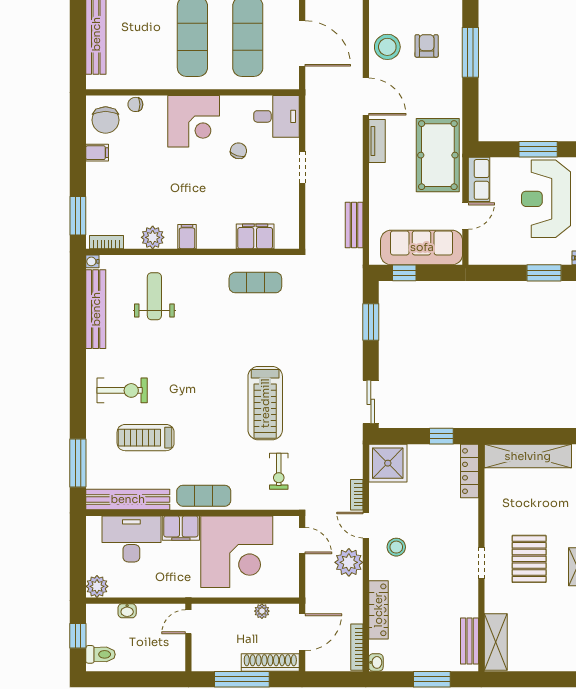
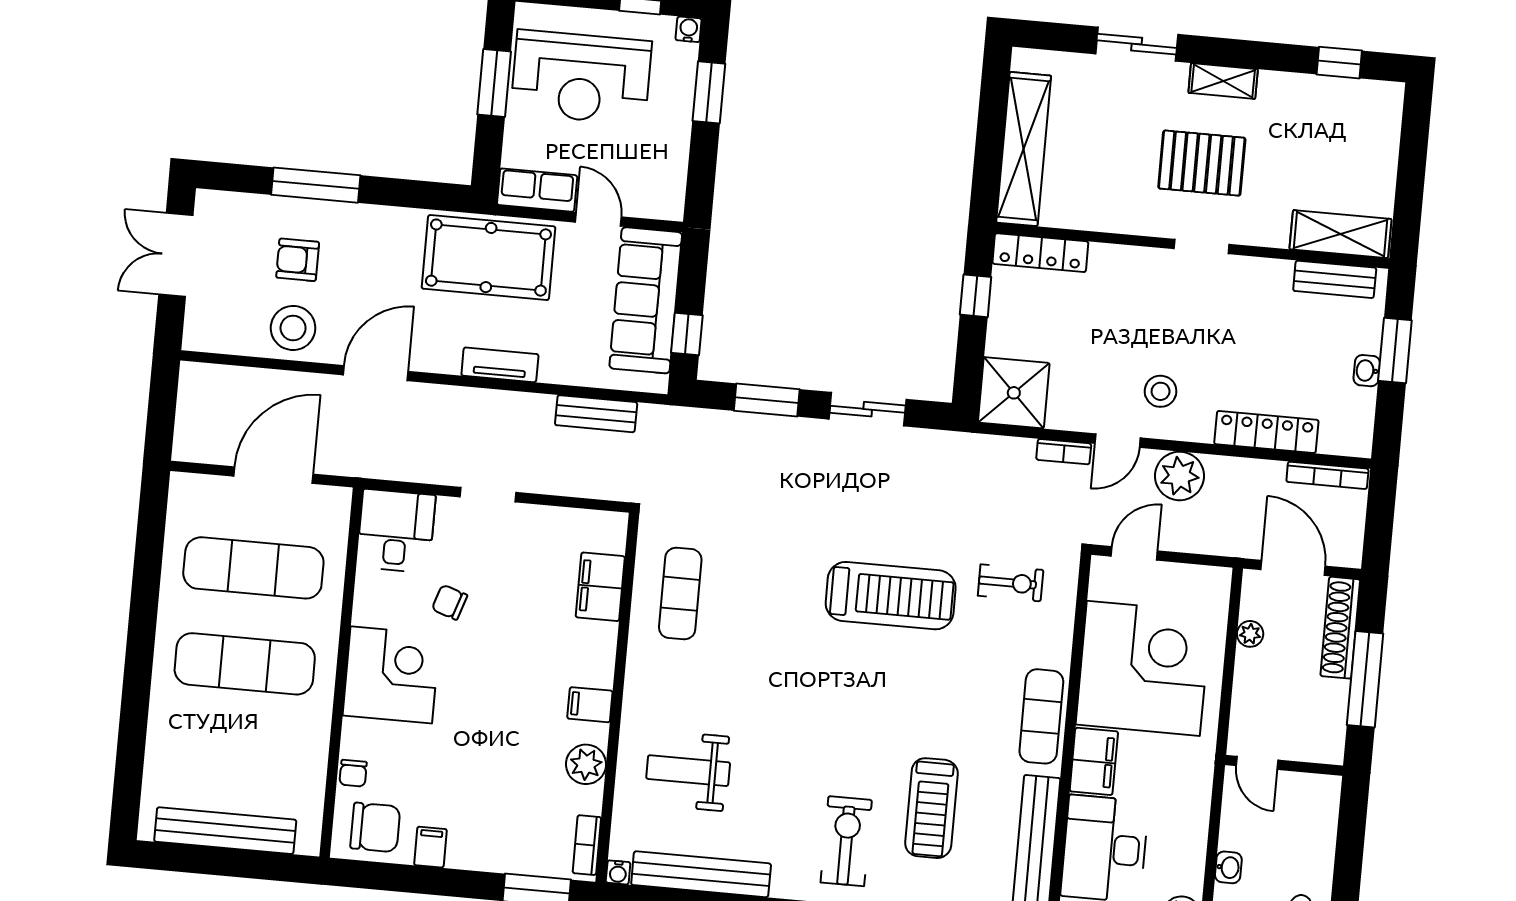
tv unit: (377, 141) -> (500, 365), moved
sliding door: (371, 402) -> (868, 409), moved
washbasin: (376, 662) -> (1367, 371), moved, turned -90

